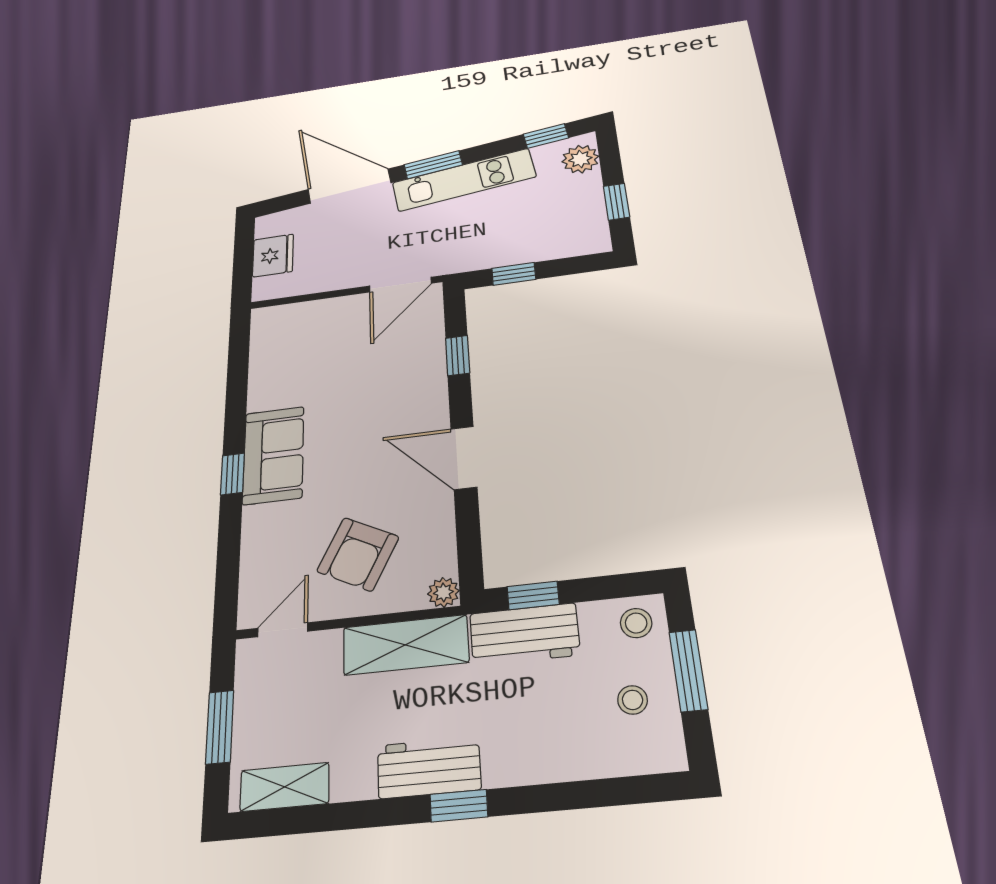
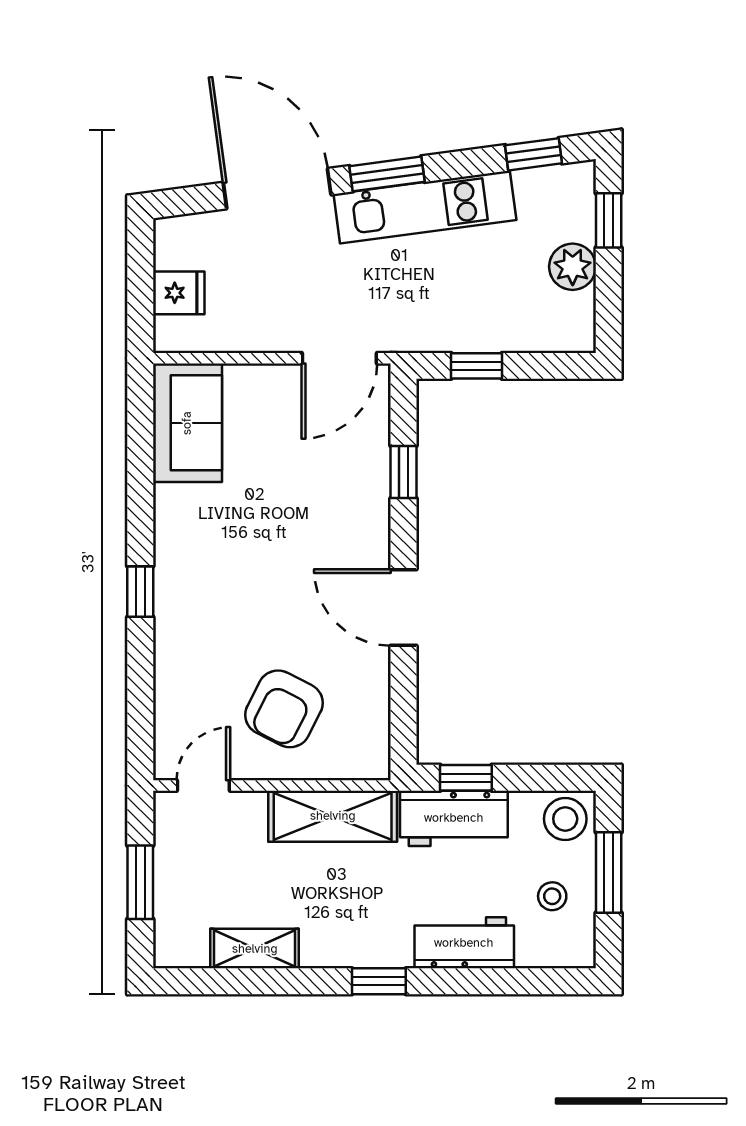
plant: (580, 159) -> (573, 267), moved
window: (616, 202) -> (609, 220), moved
fridge: (273, 256) -> (179, 293), width x0.72
sofa: (273, 455) -> (187, 423), moved
plant: (443, 592) -> (374, 764), removed
stool: (636, 623) -> (565, 819), width x1.37, depth x1.37
workbench: (429, 767) -> (464, 943), moved
shelving: (285, 787) -> (255, 949), moved

